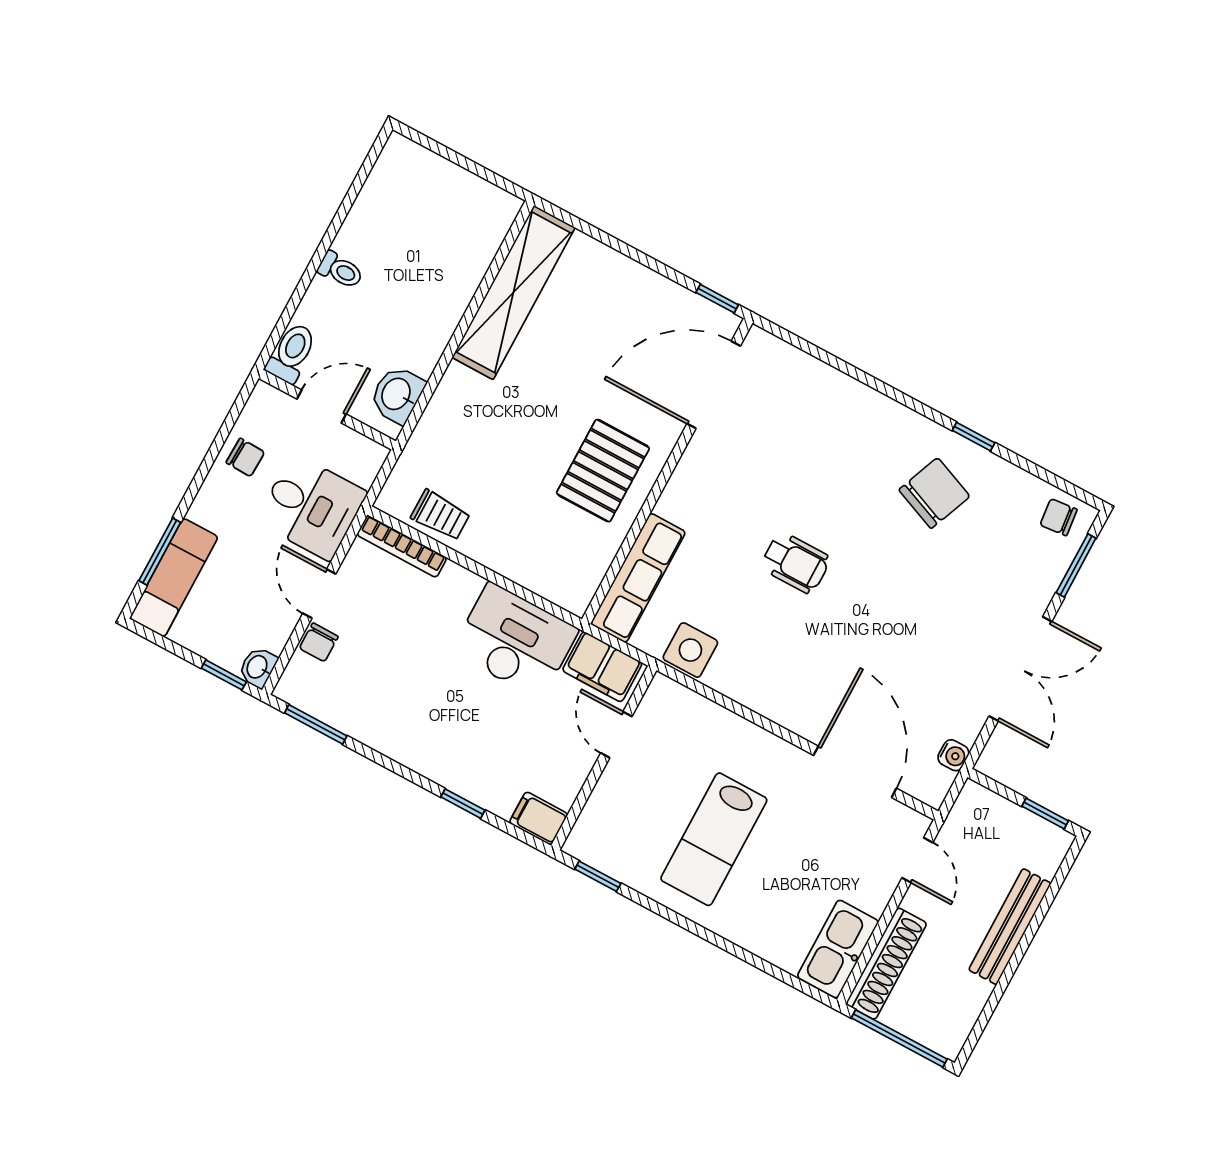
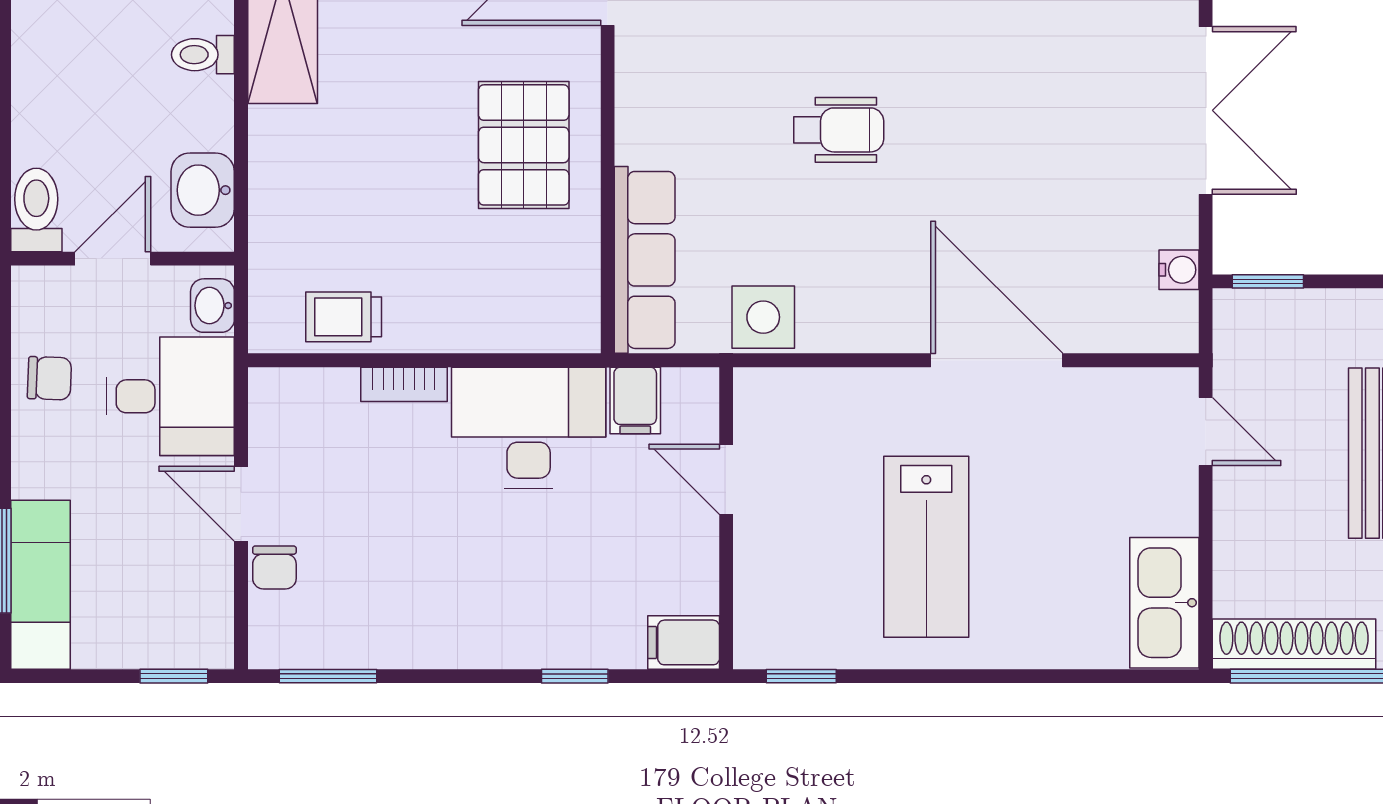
toilet: (341, 270) -> (203, 55), moved, turned 180
trolley: (440, 515) -> (344, 317), turned 180
bookcase: (402, 546) -> (404, 384), moved, width x0.64
washbasin: (258, 667) -> (212, 306), moved
filing cabinet: (602, 667) -> (635, 401), width x0.50
door: (855, 772) -> (997, 360), moved
window: (1045, 813) -> (1268, 281), moved
shoe rack: (886, 964) -> (1294, 644), moved, turned -90

